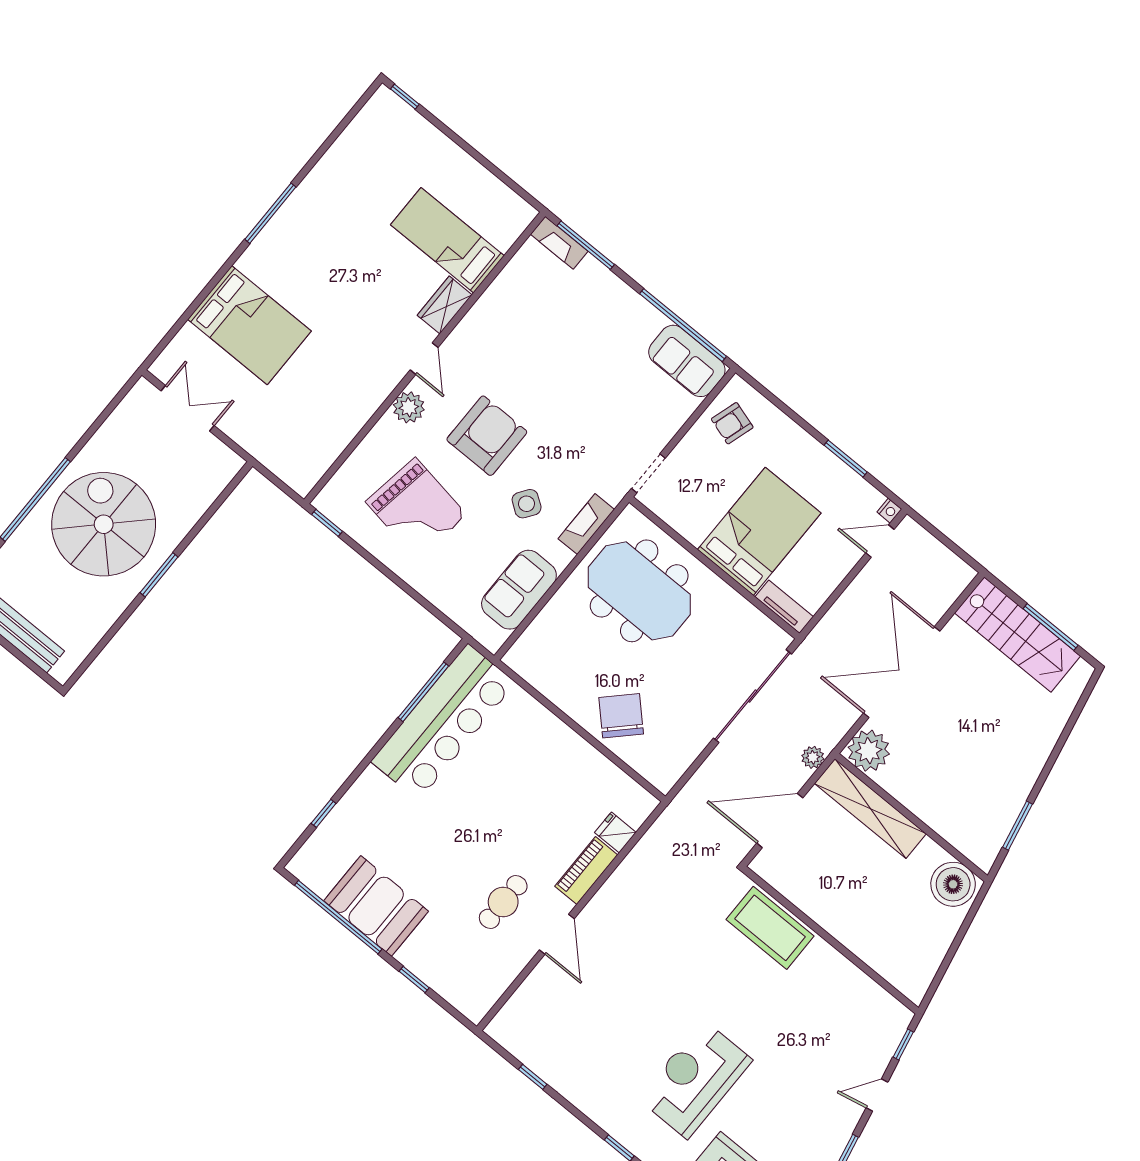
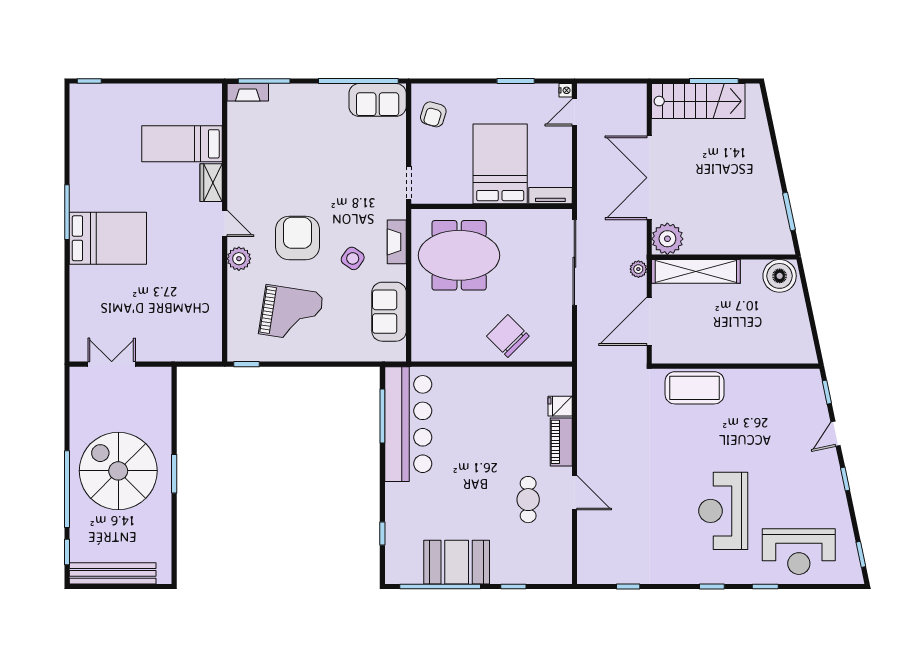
bed: (249, 325) -> (108, 238), moved

